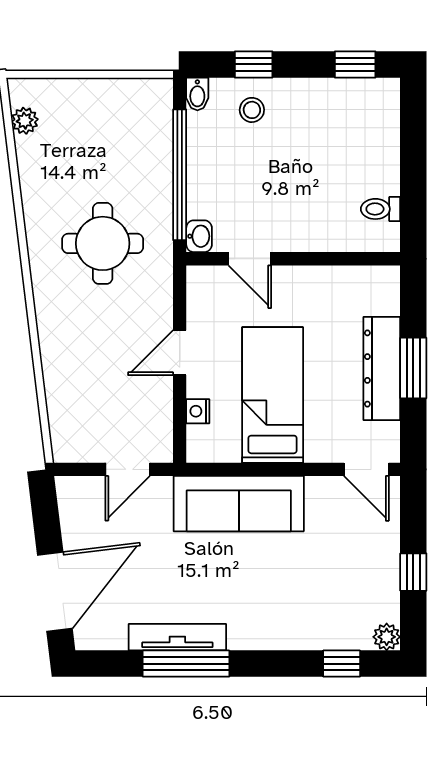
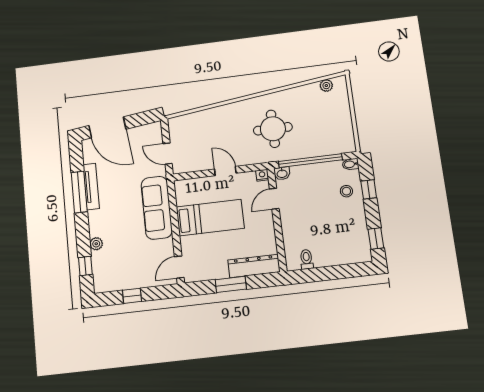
dresser: (382, 368) -> (254, 266), moved
nightstand: (198, 411) -> (262, 175), moved
plant: (387, 637) -> (96, 244), moved

